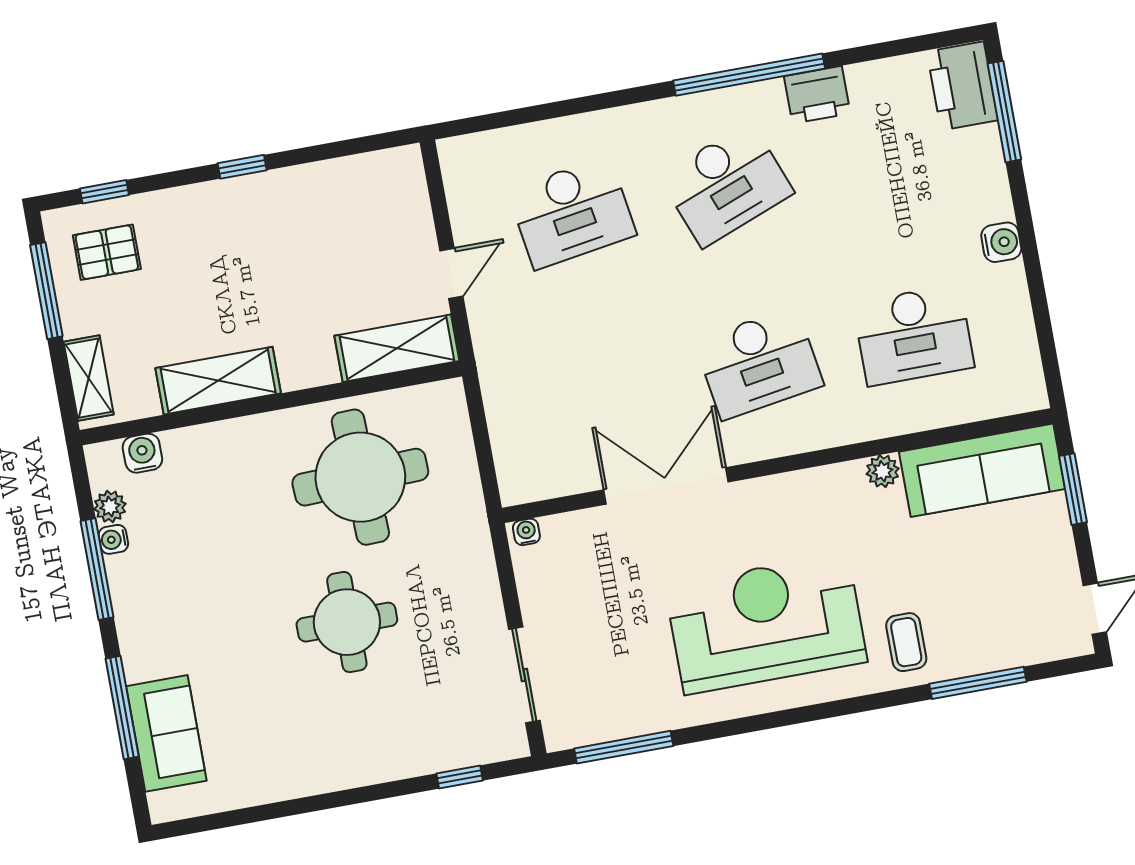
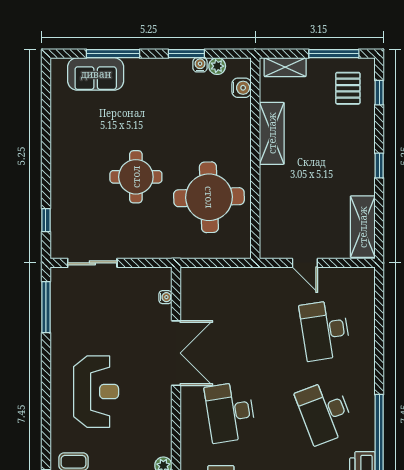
shelving: (397, 348) -> (363, 227), moved
water cooler: (526, 532) -> (165, 297), moved
window: (97, 569) -> (186, 54), width x0.69
reception desk: (766, 624) -> (96, 392), width x0.74, depth x0.77

